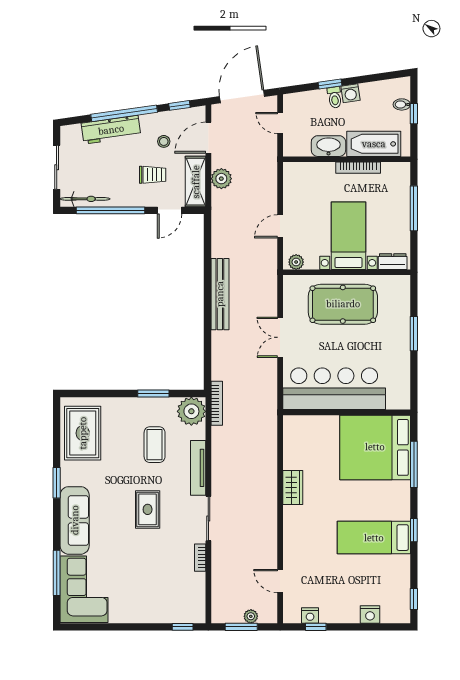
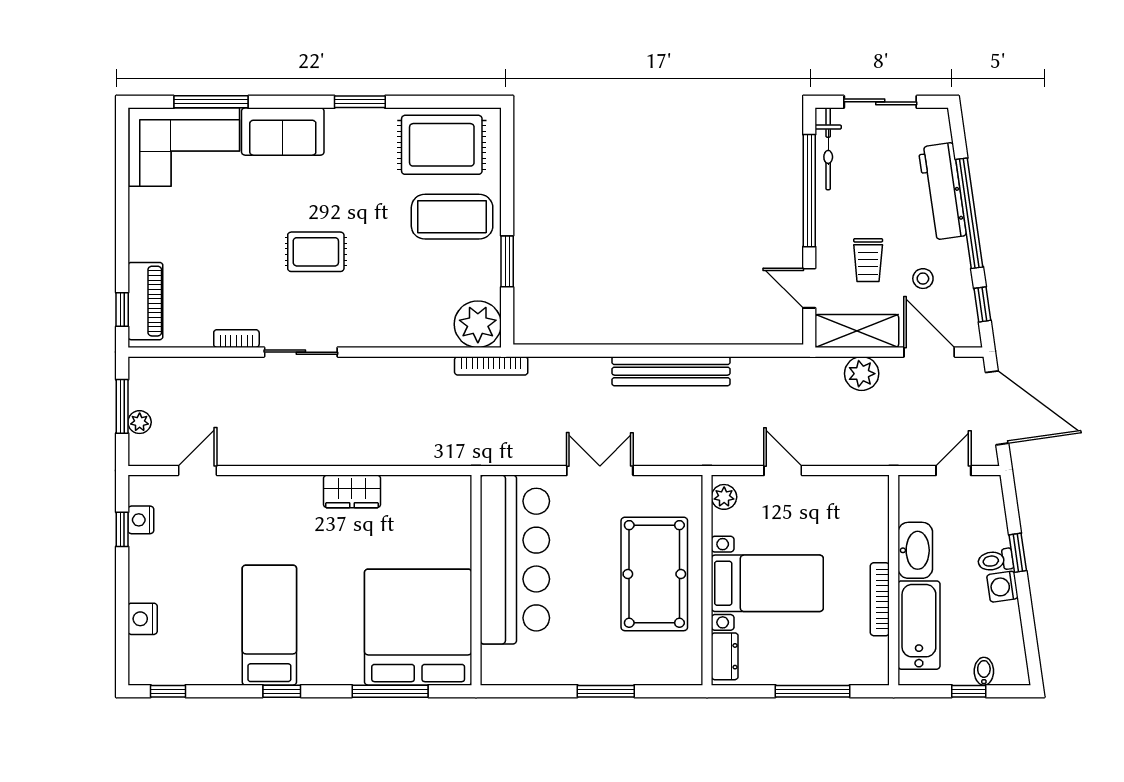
coffee table: (155, 445) -> (452, 217), moved, width x1.36, depth x1.32
tv unit: (198, 468) -> (384, 335), removed
sofa: (75, 520) -> (283, 132), width x0.73
piano: (177, 613) -> (145, 301), added

